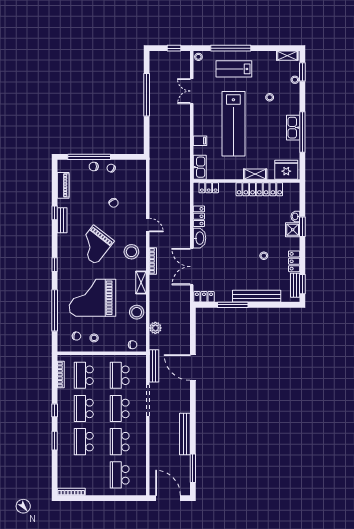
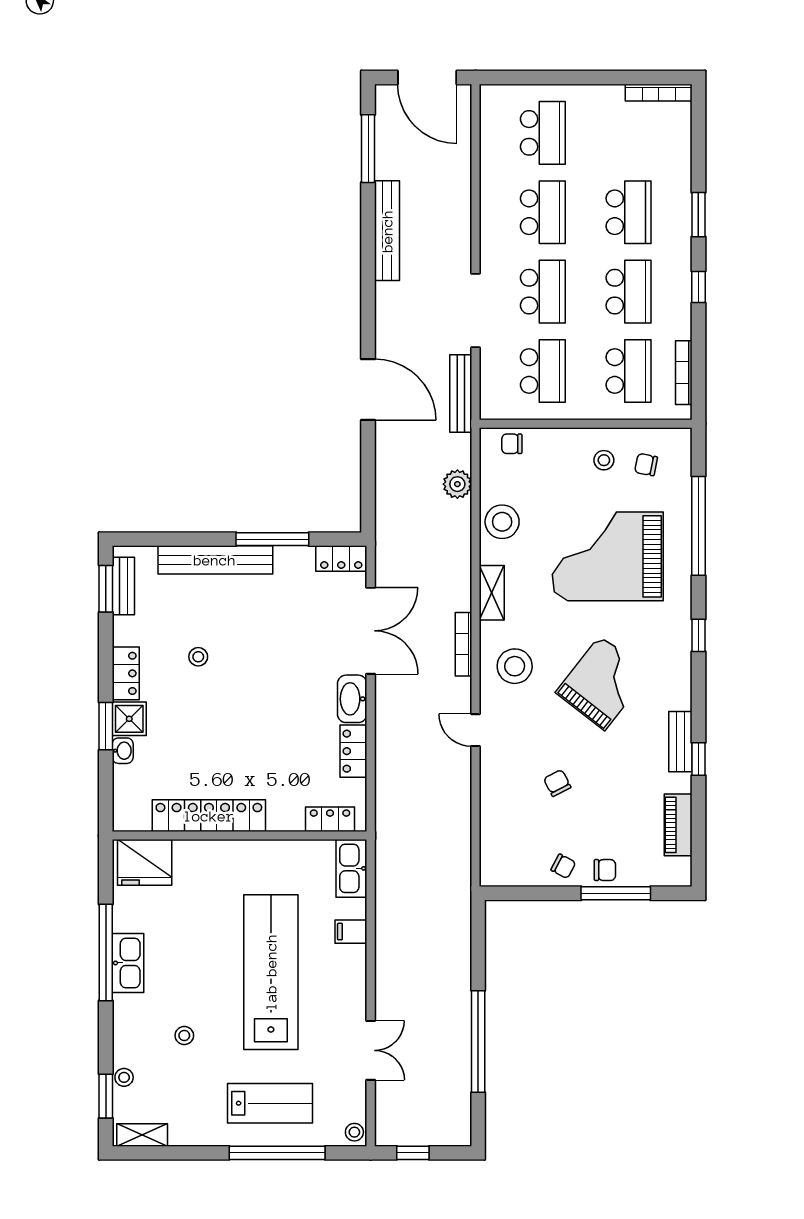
window: (89, 157) -> (616, 893), width x0.68
shelving: (255, 174) -> (219, 852), removed
locker: (294, 261) -> (126, 673), moved
grand piano: (92, 298) -> (608, 556), turned 180

